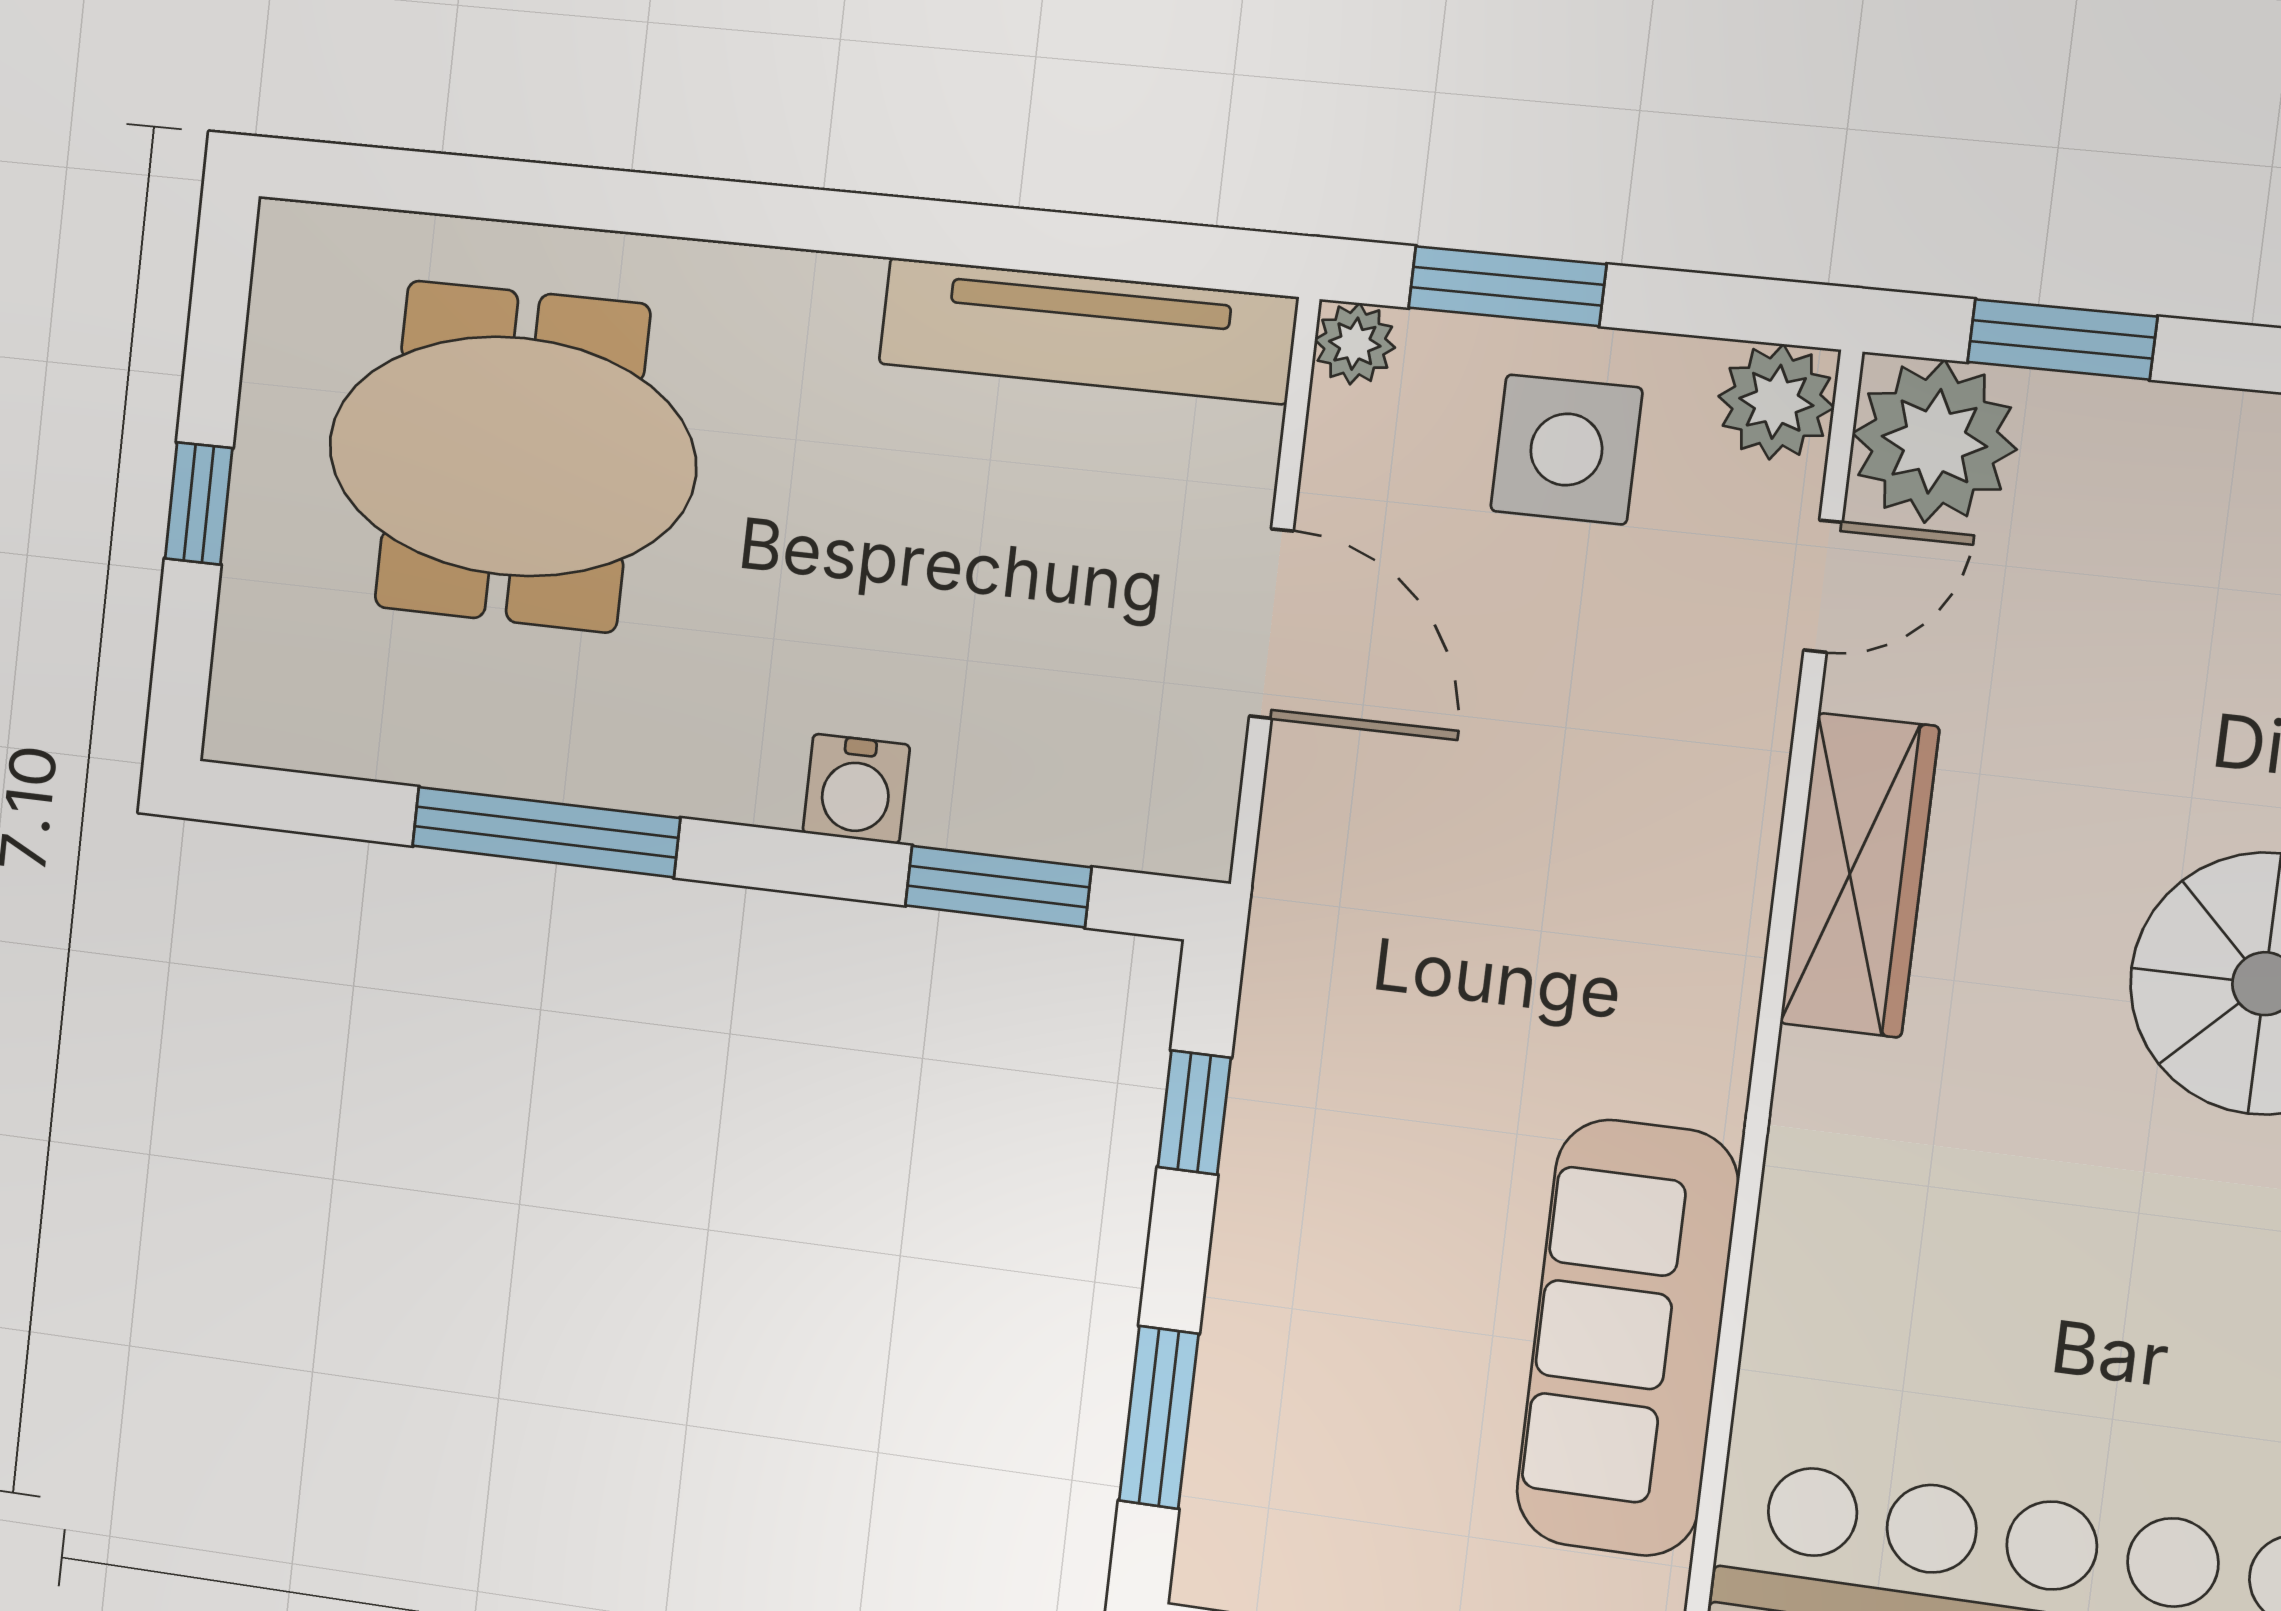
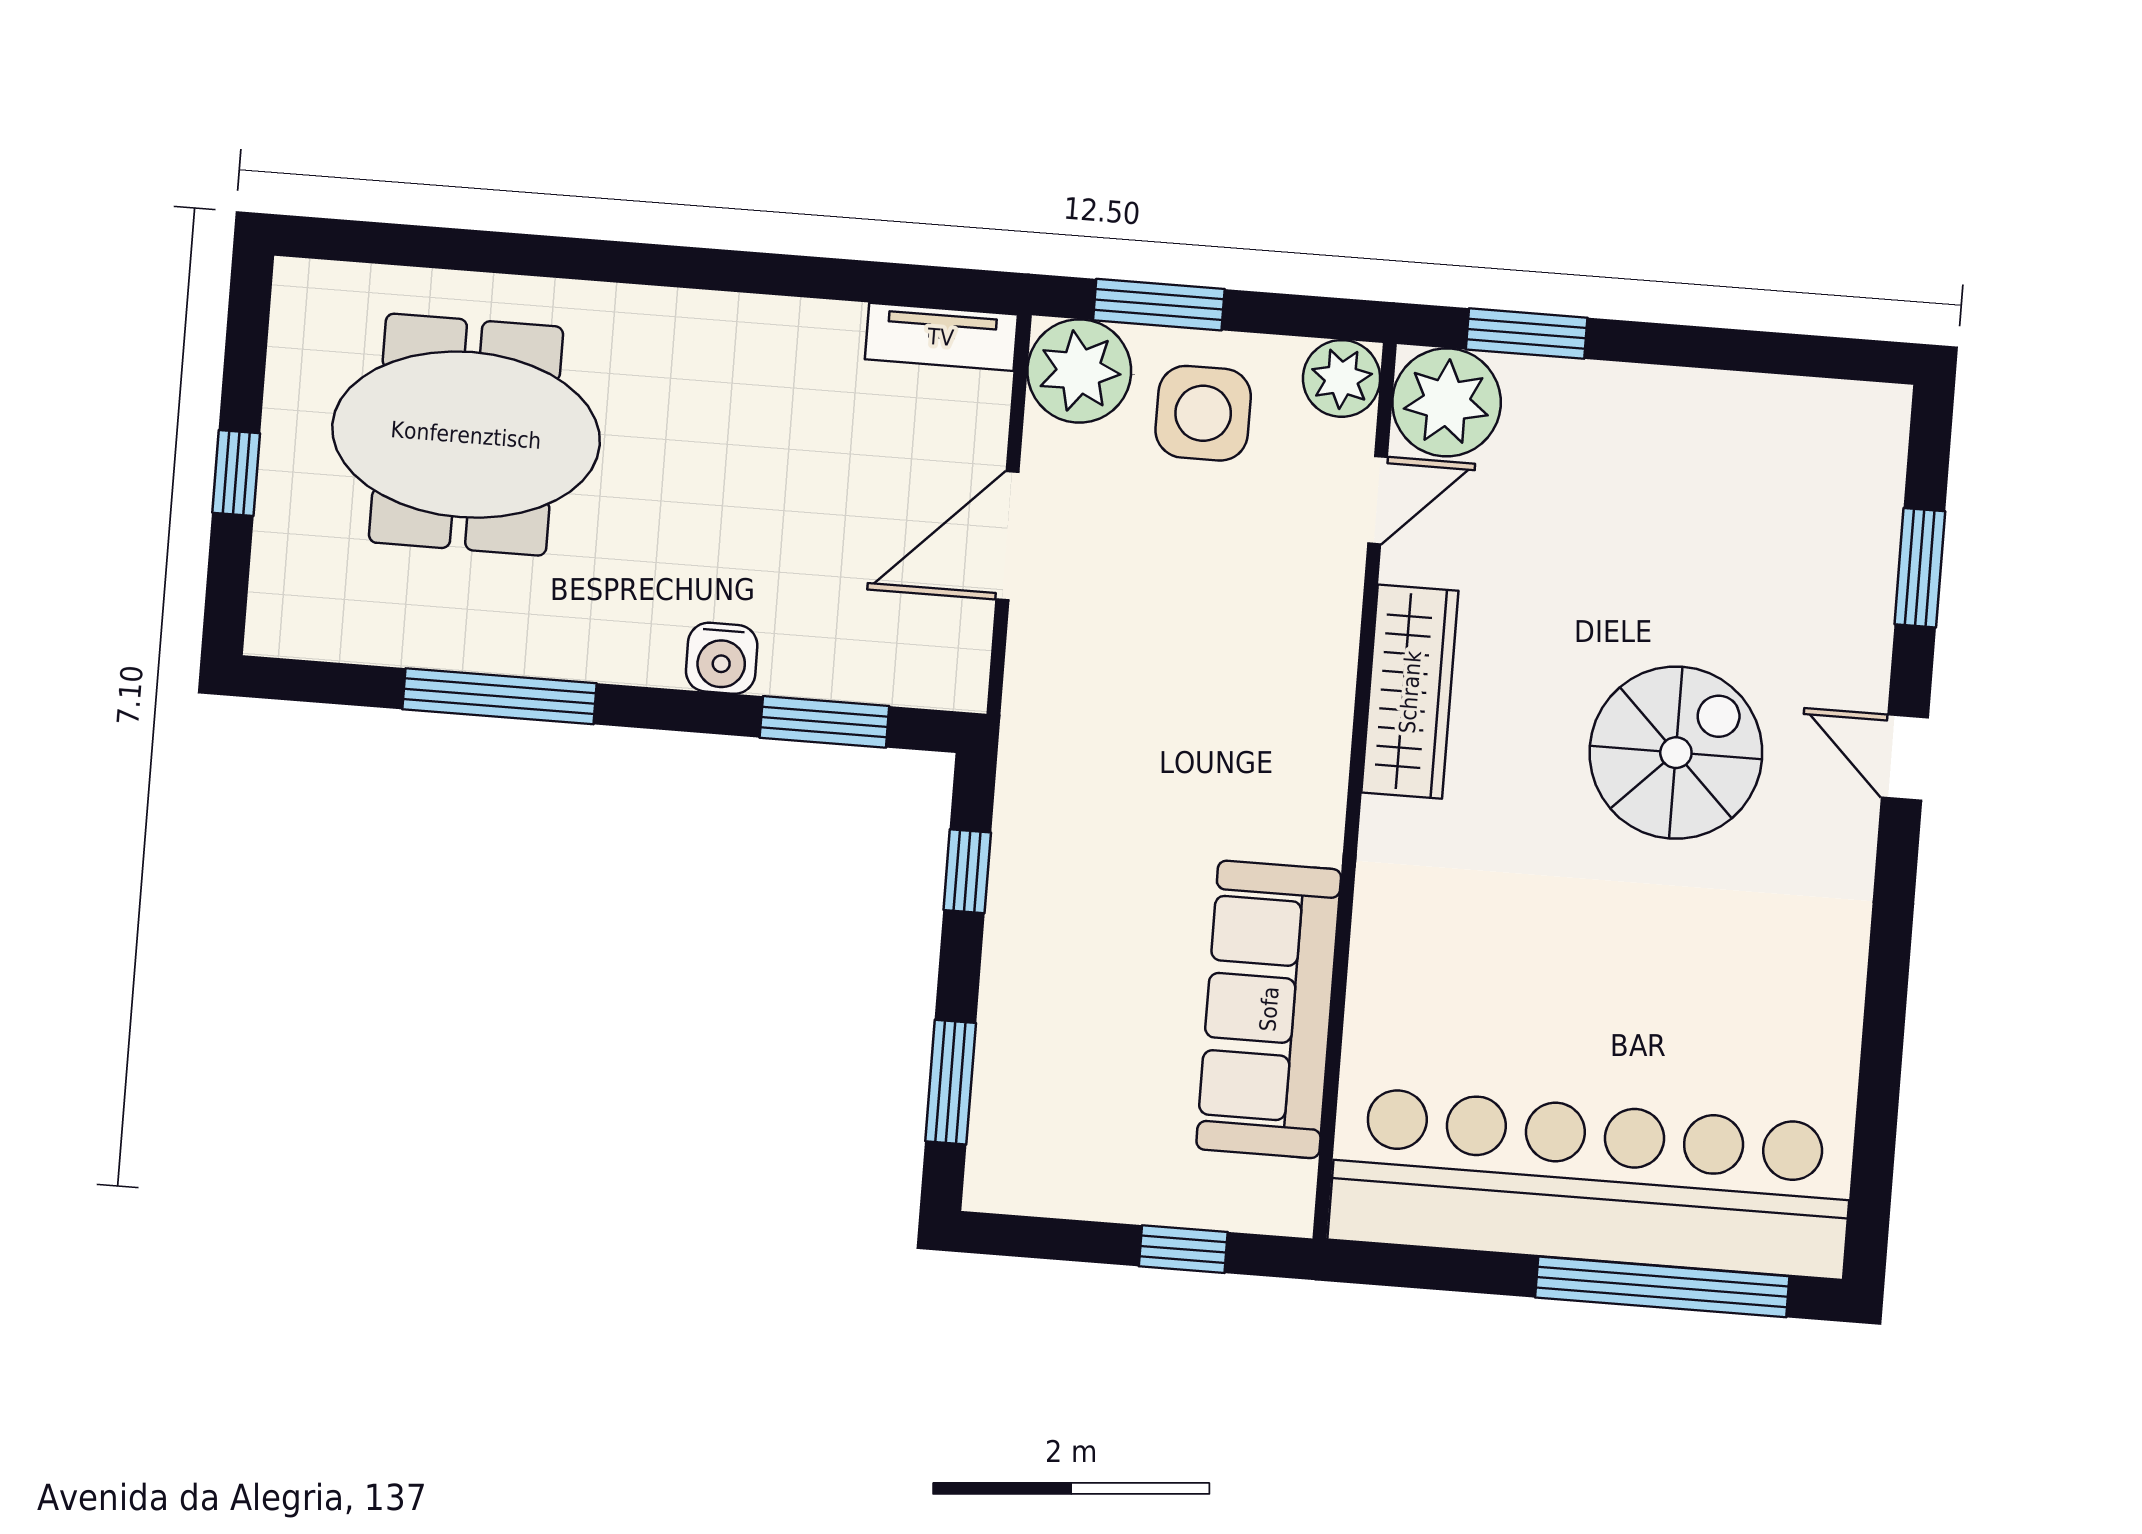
tv unit: (1087, 331) -> (941, 337), width x0.52, depth x0.78
plant: (1355, 344) -> (1079, 371), width x1.88, depth x1.88
door: (1271, 624) -> (1007, 536), swing flipped

